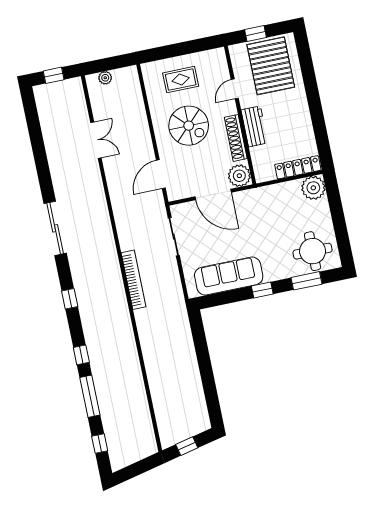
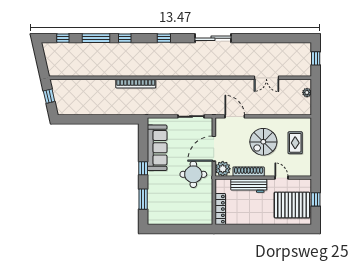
workbench: (254, 126) -> (249, 186), width x1.38
plant: (313, 188) -> (204, 217), removed
round table: (313, 251) -> (193, 174), moved
bookcase: (134, 280) -> (136, 84), moved

